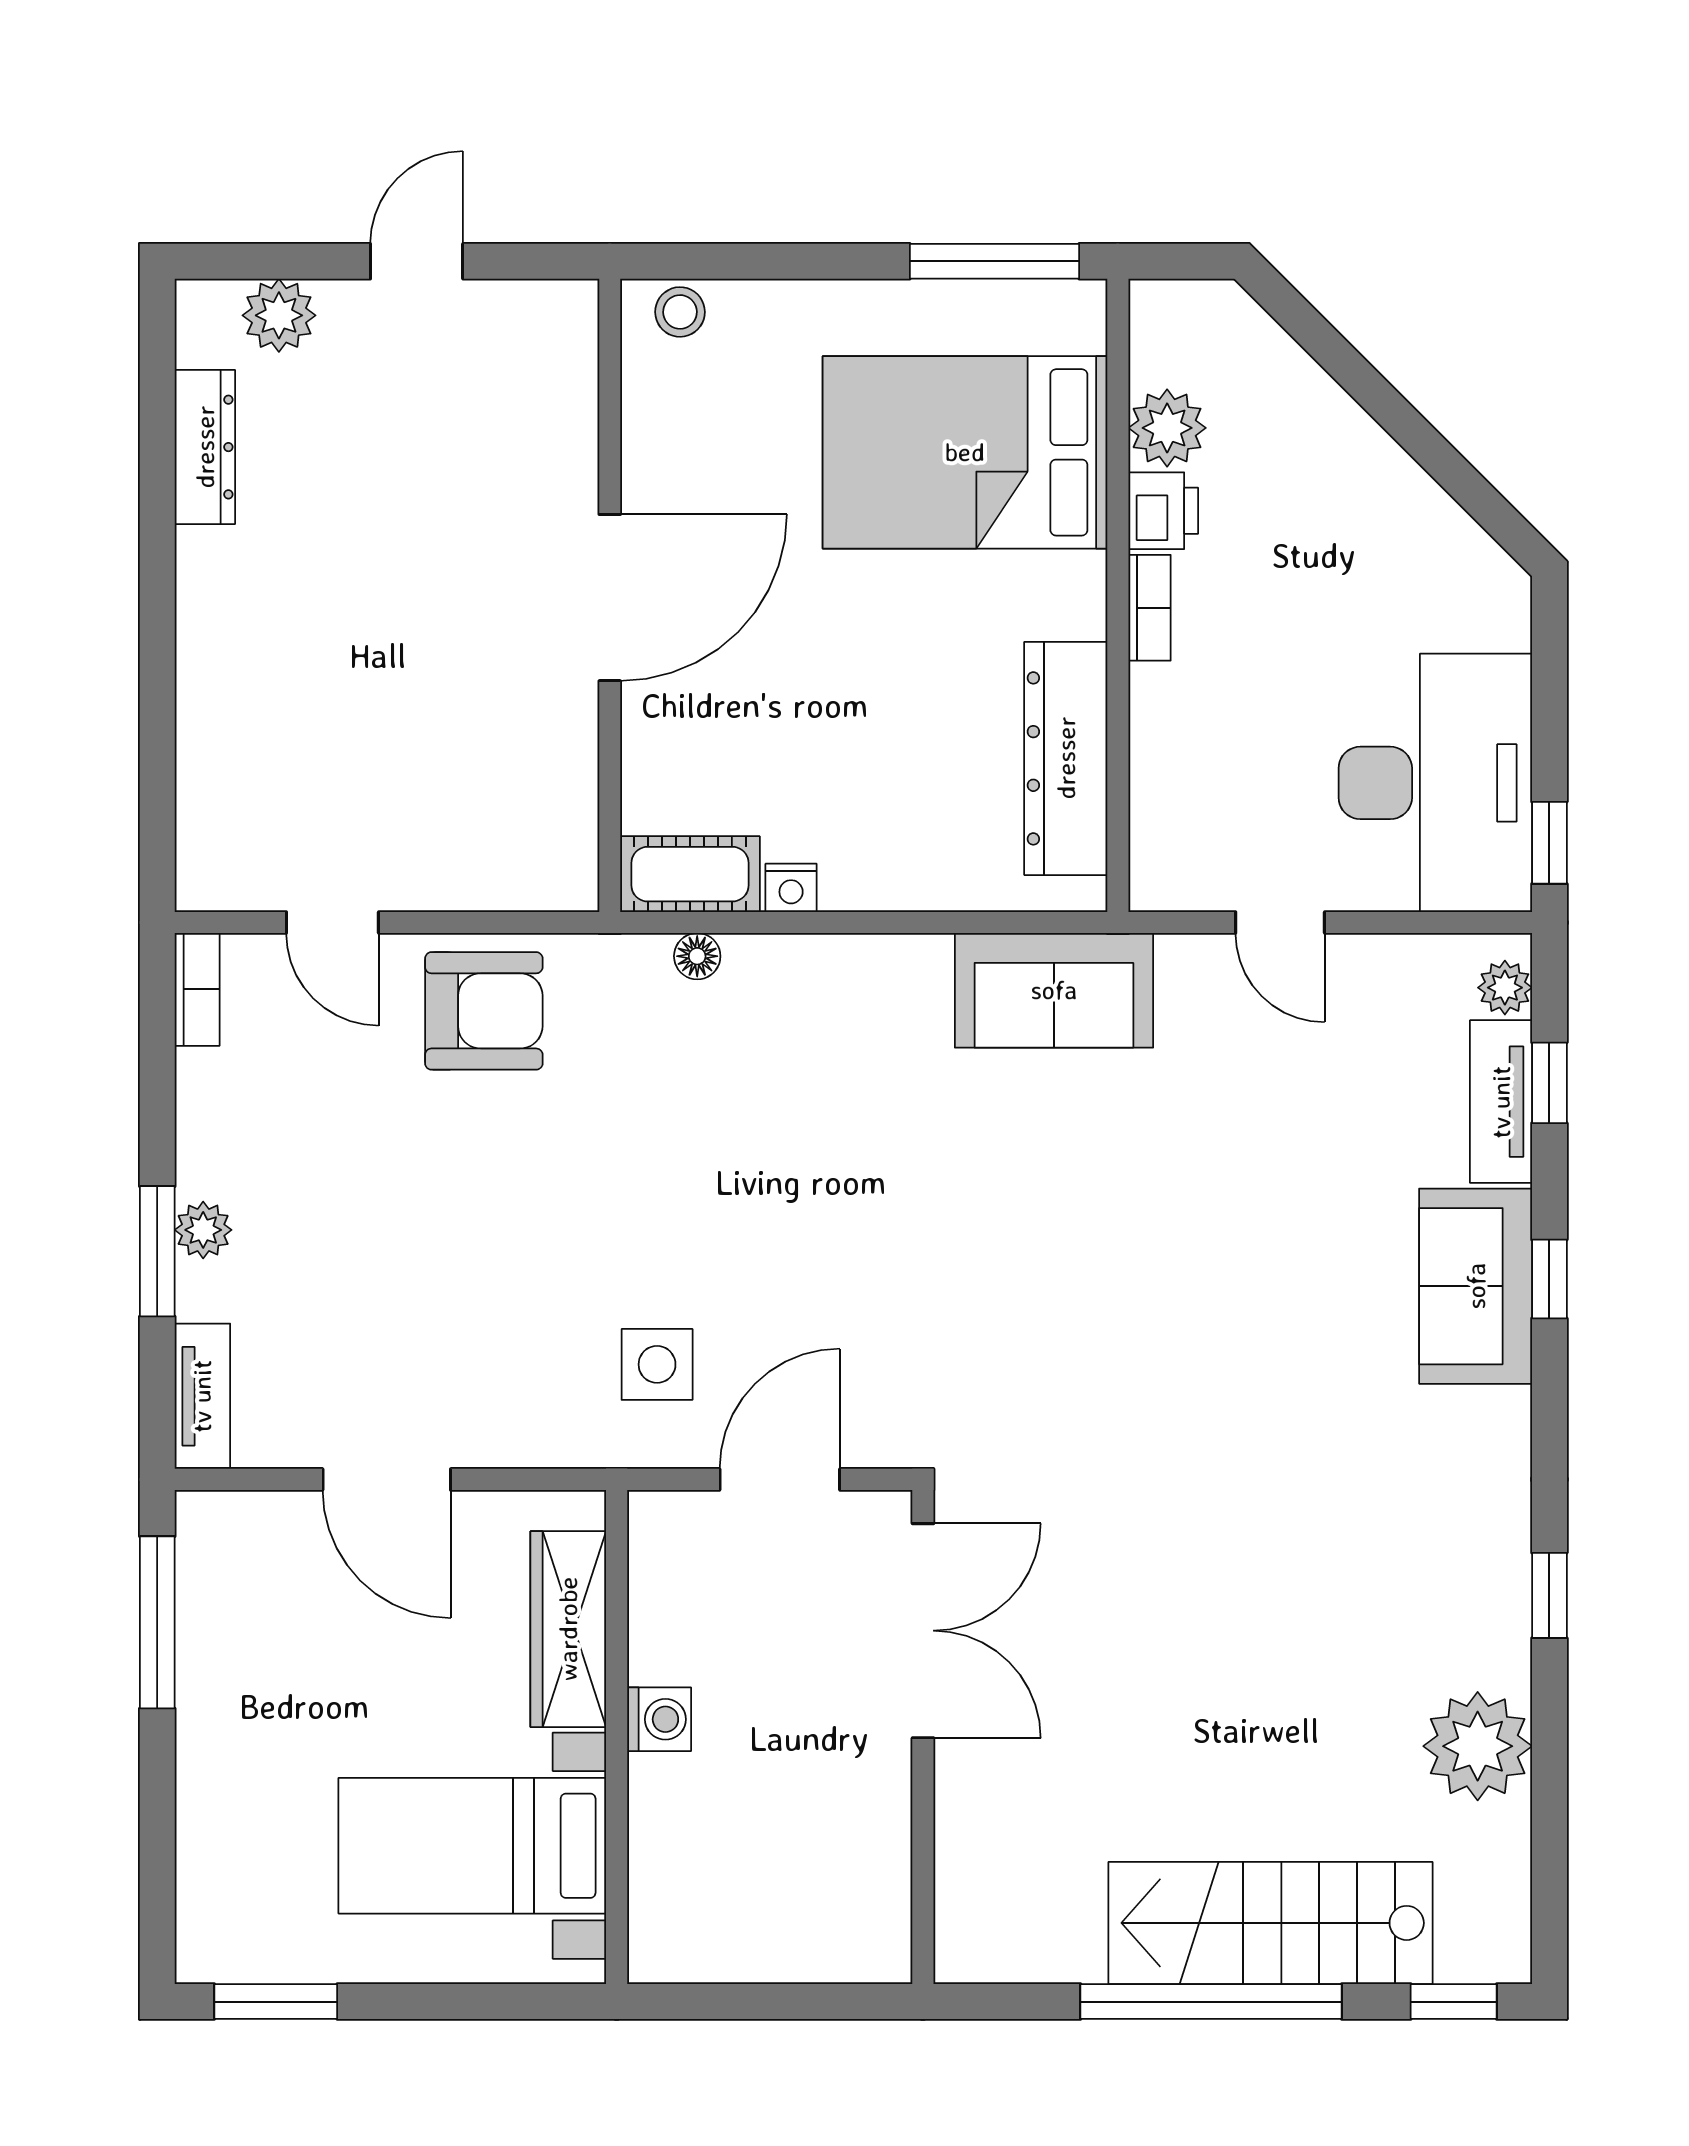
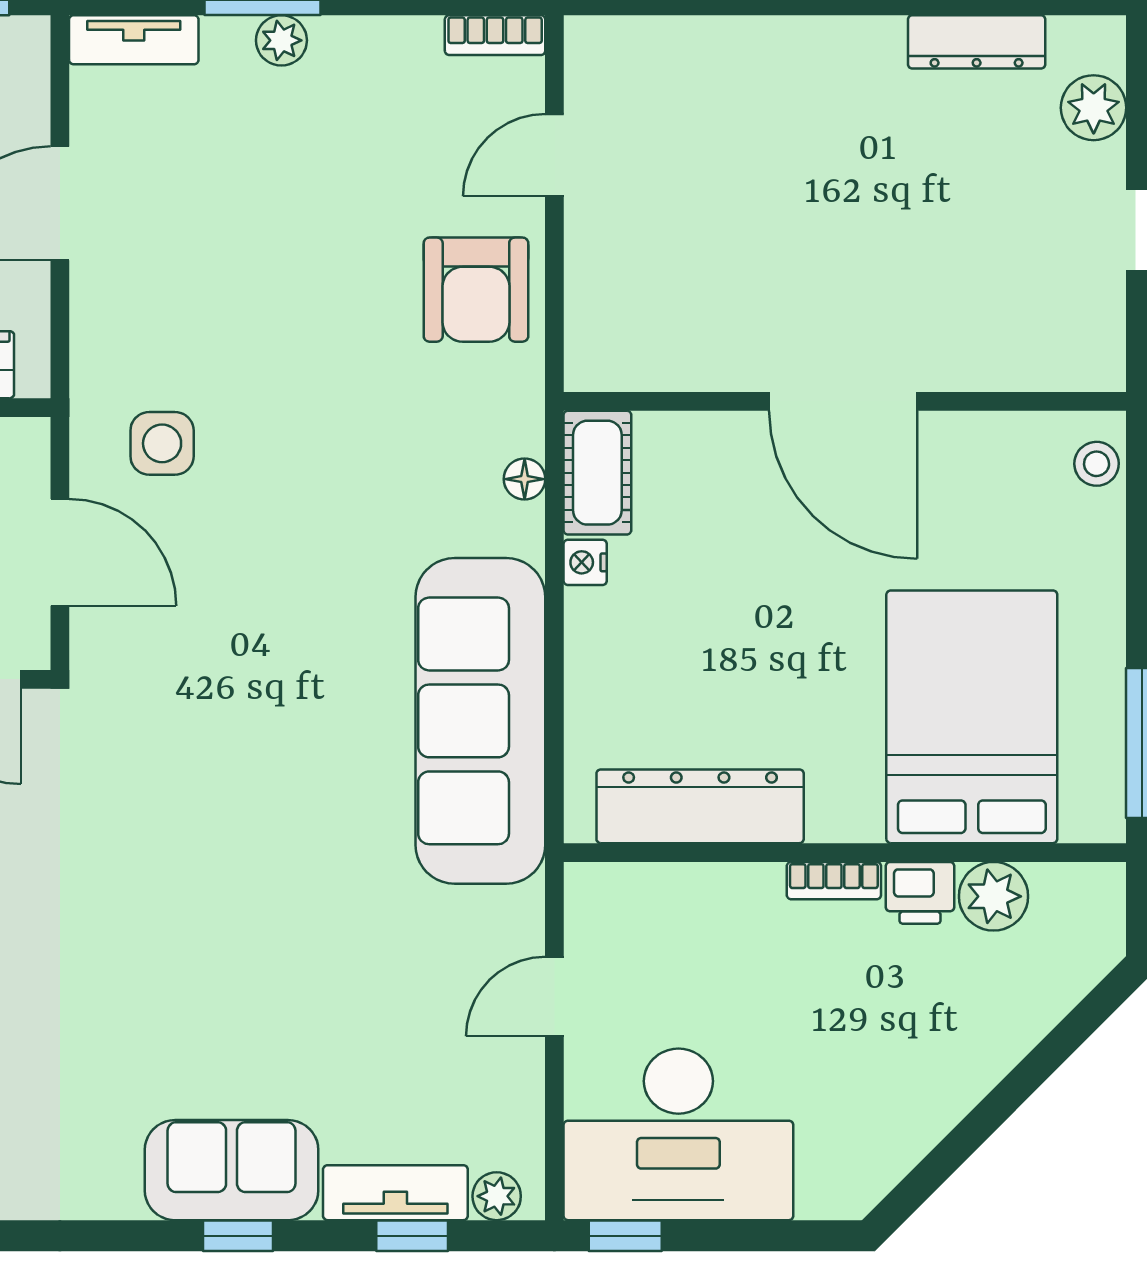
sofa: (1054, 990) -> (480, 721), width x1.85, depth x1.27

